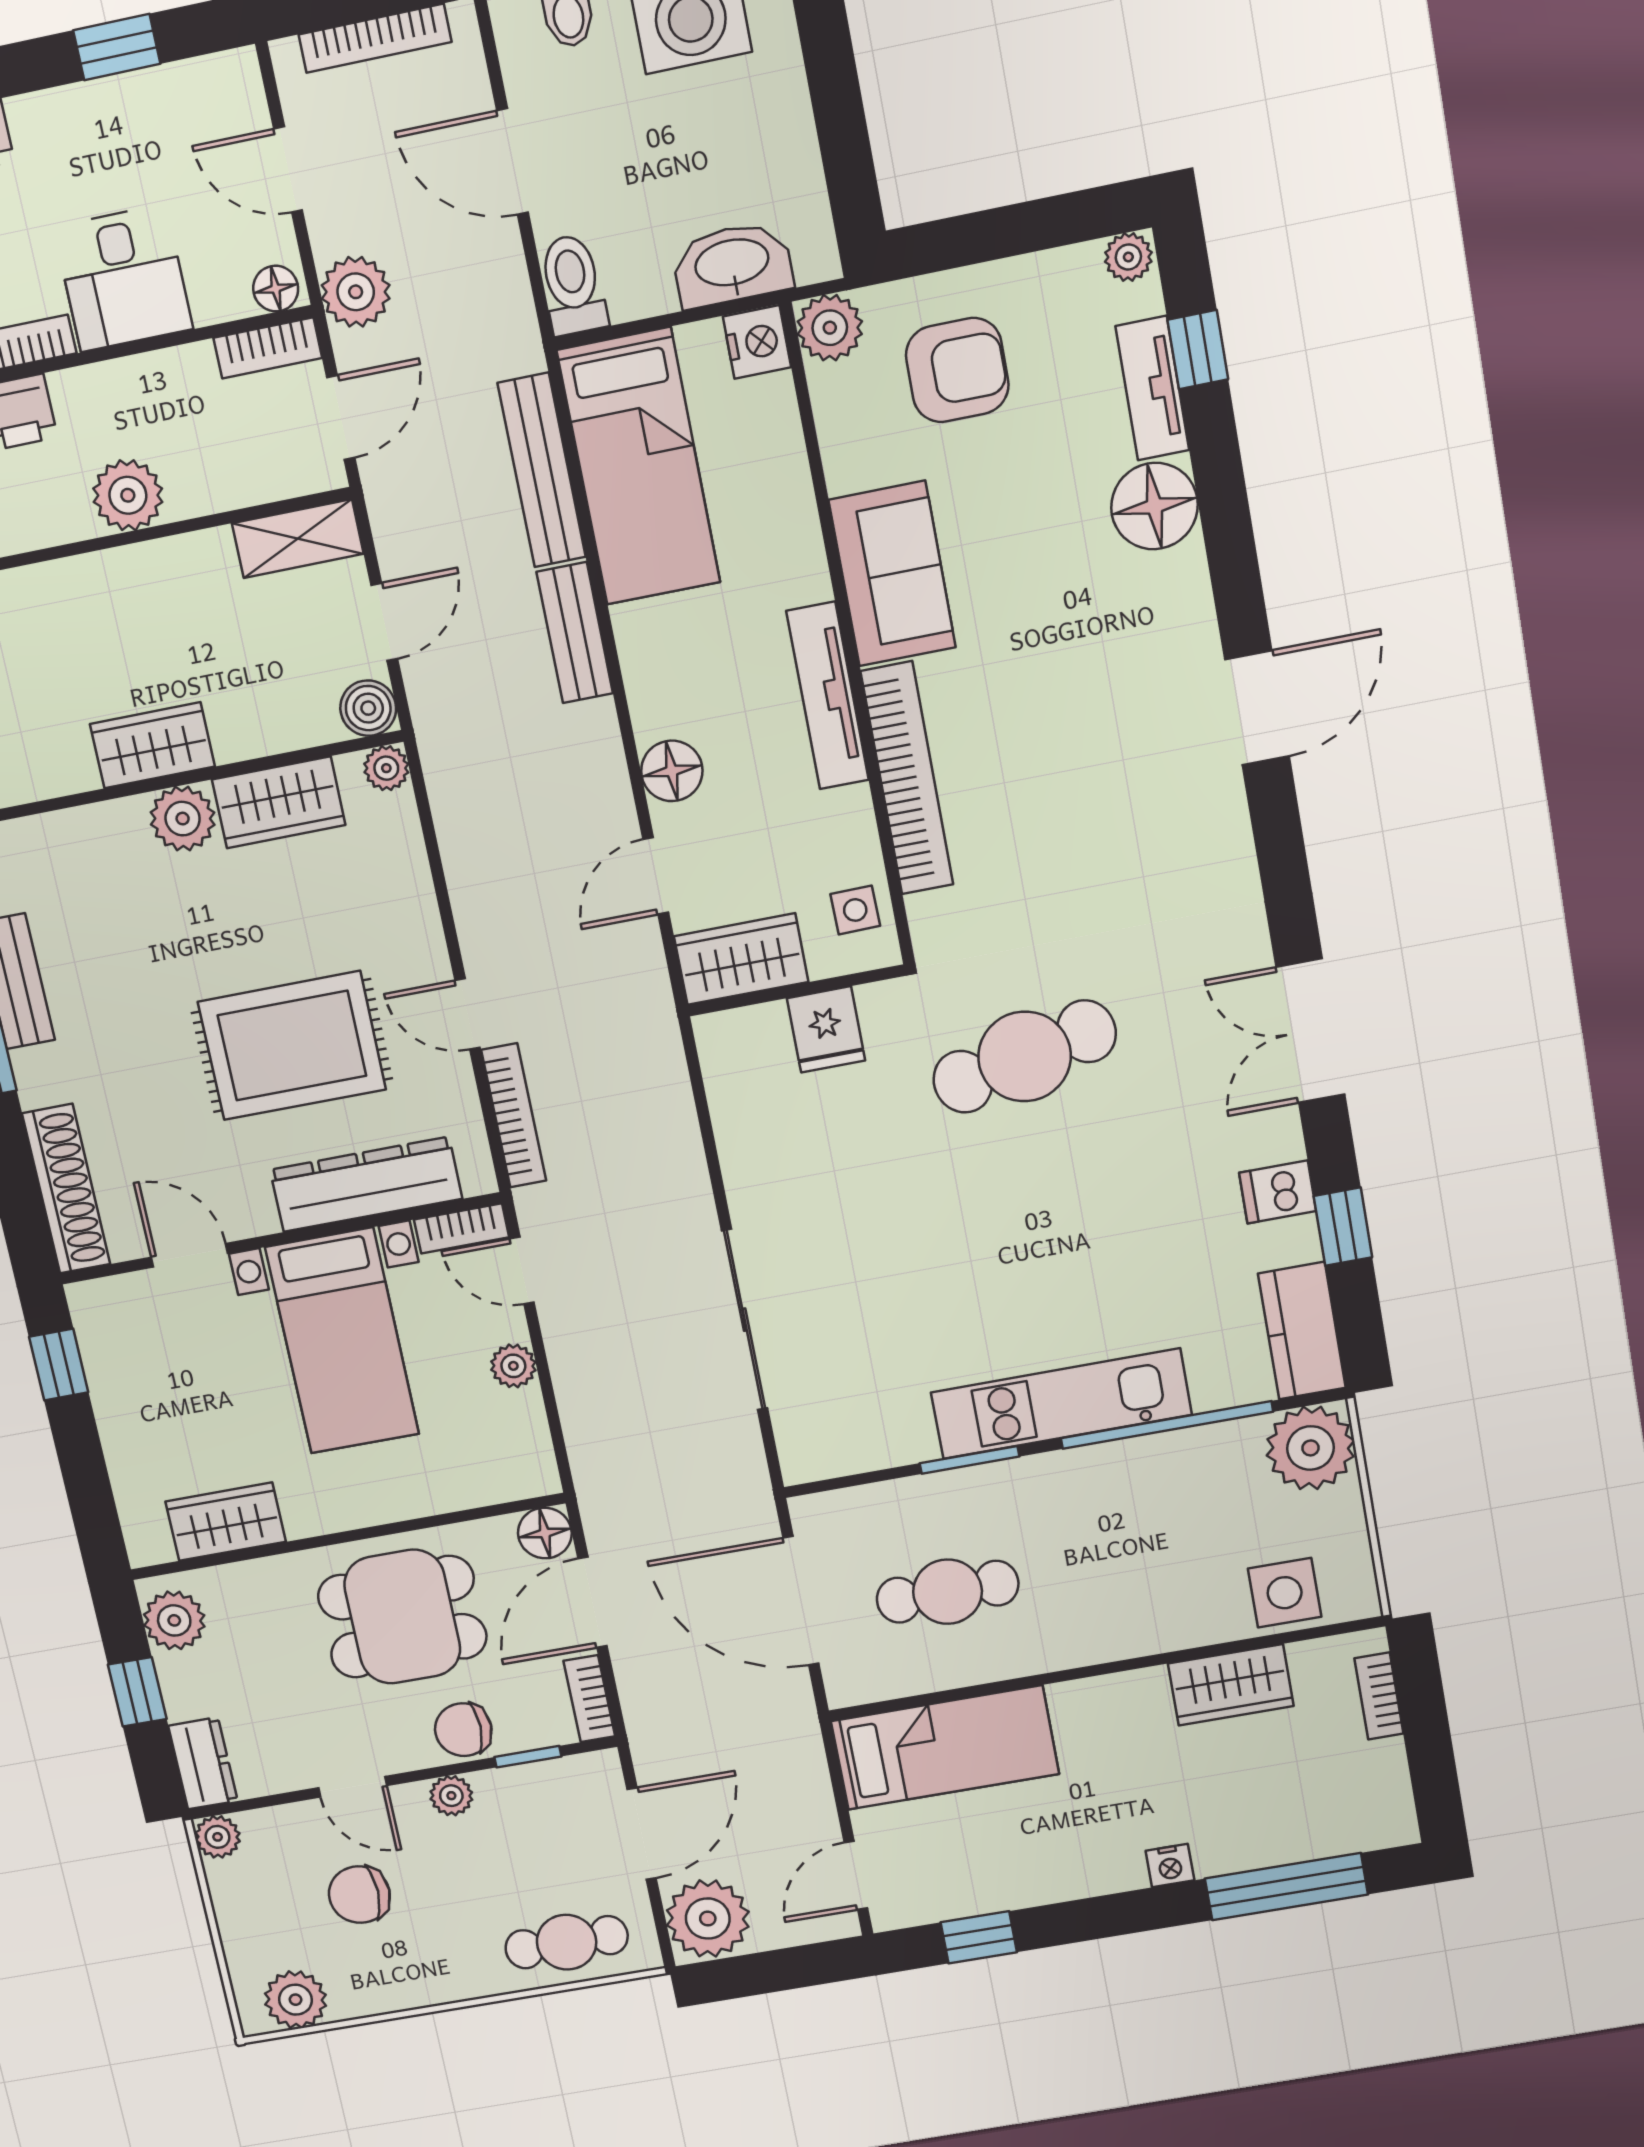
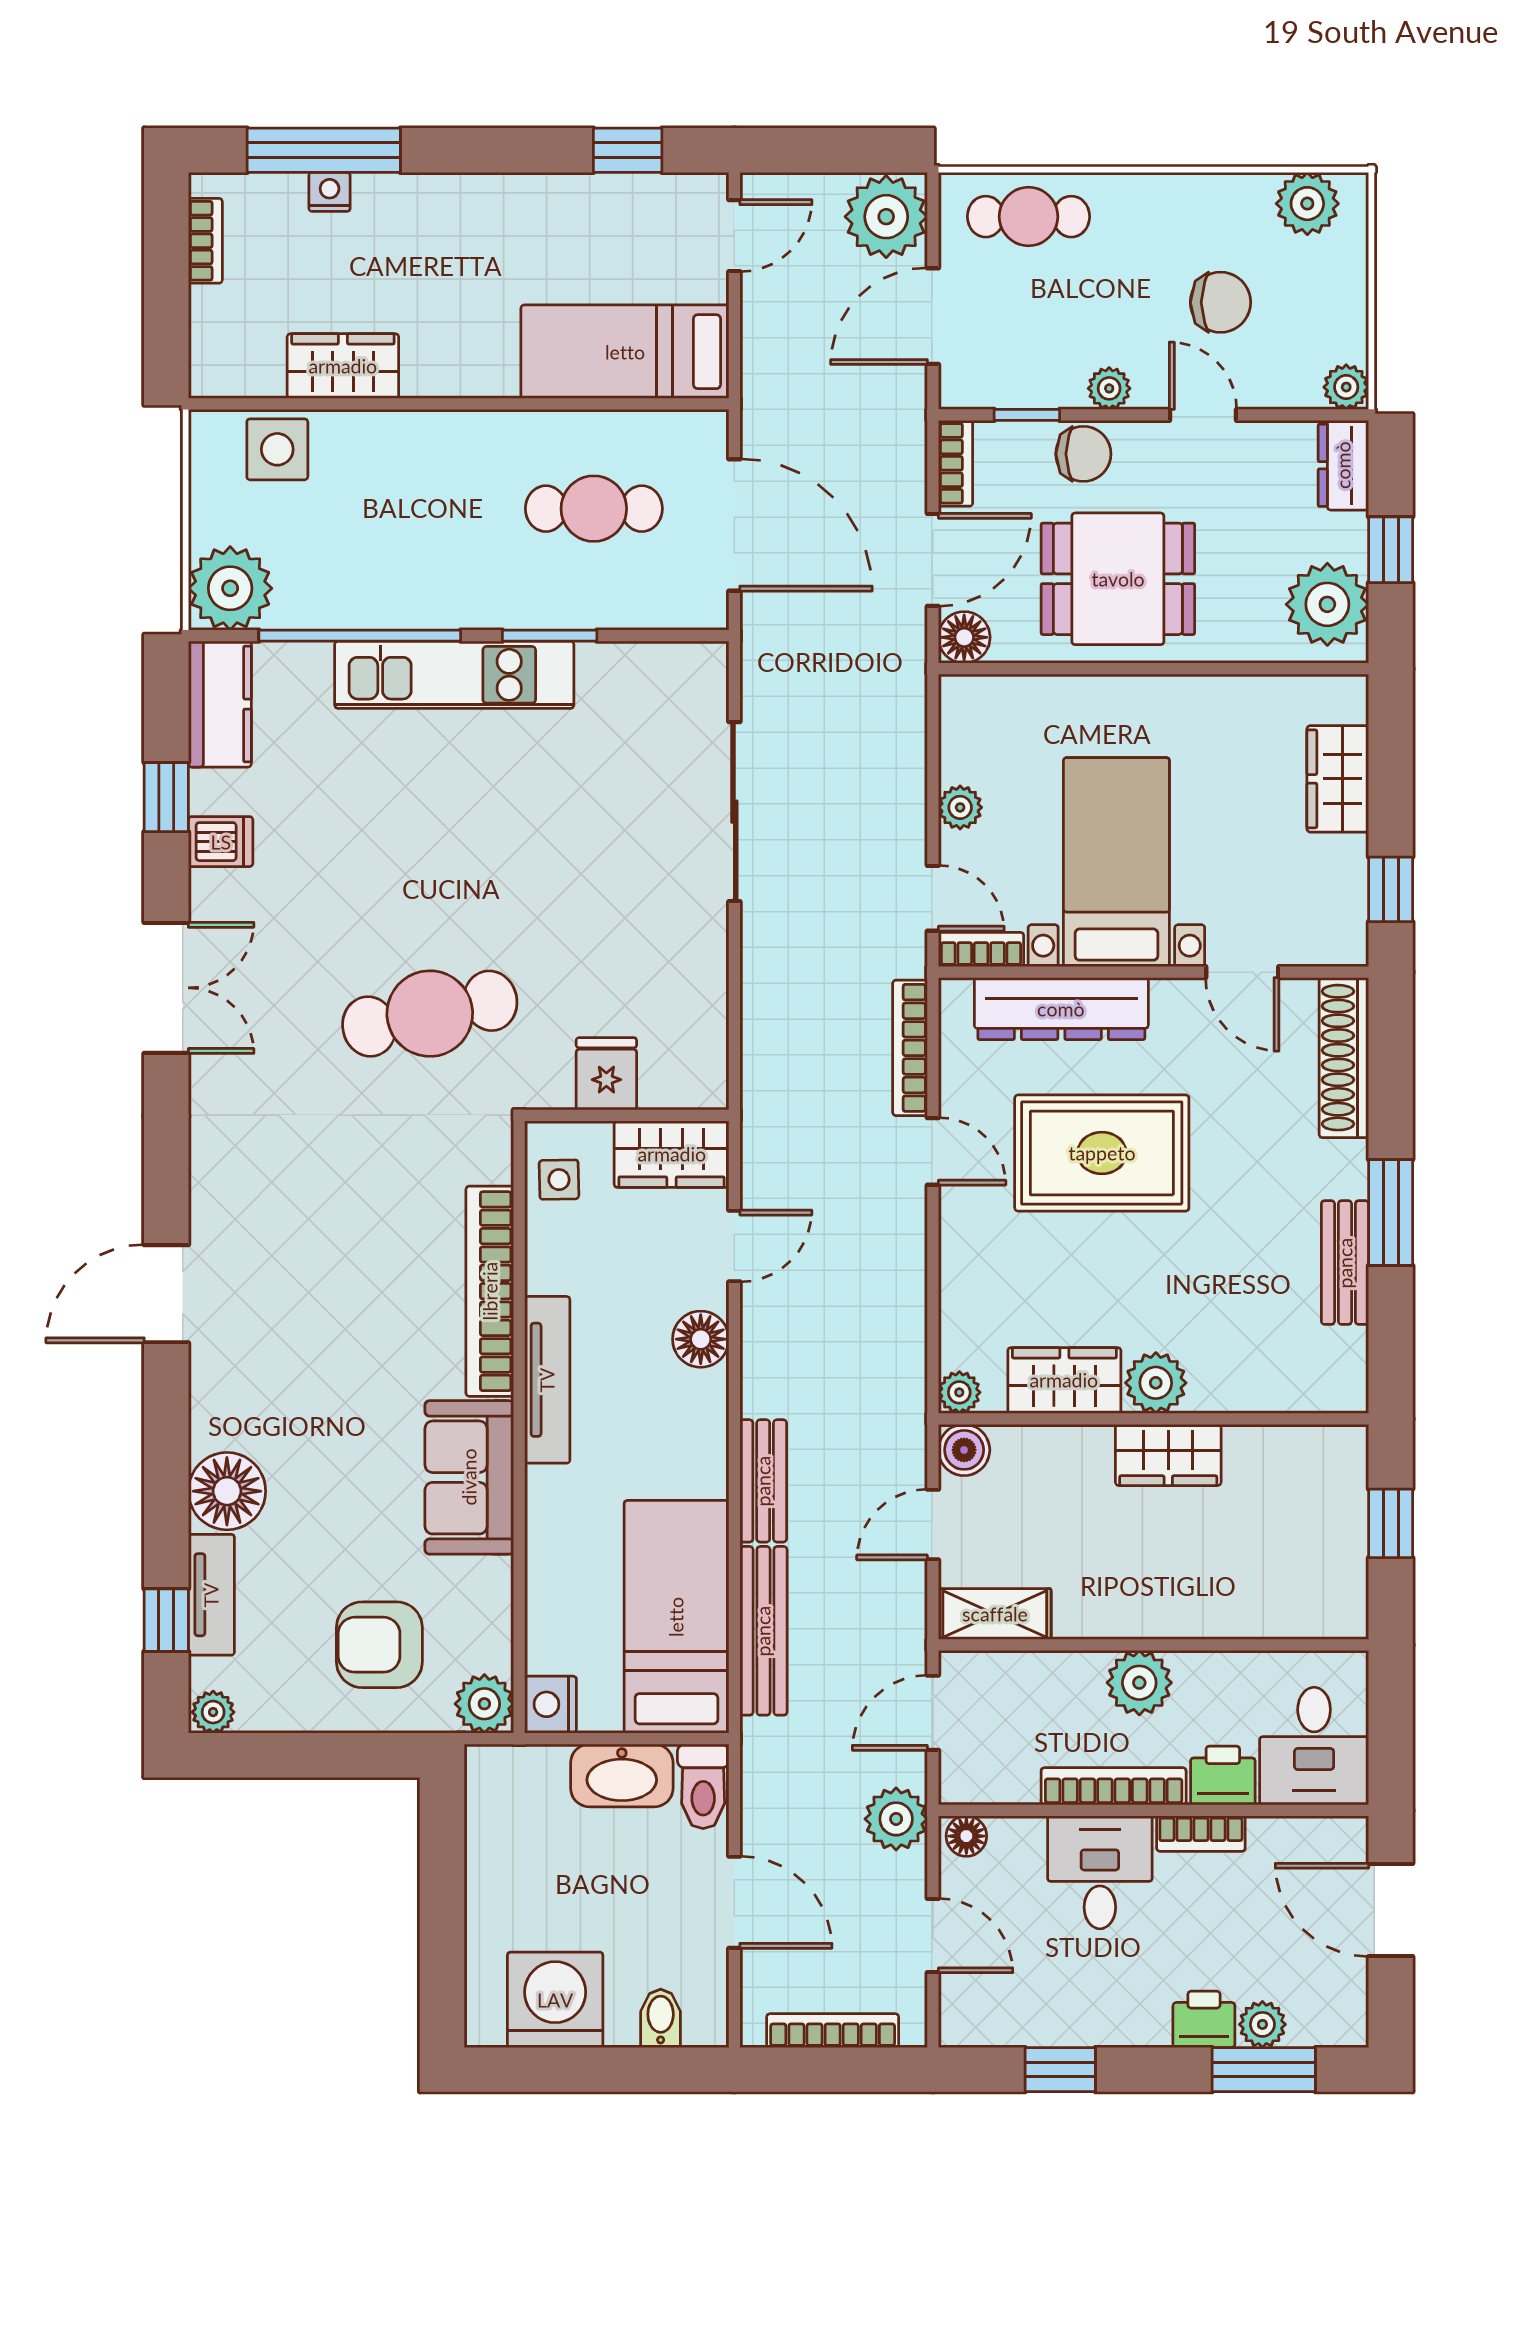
washbasin: (732, 264) -> (622, 1775), moved
bookcase: (268, 348) -> (1114, 1786), moved, width x1.56
wardrobe: (226, 1522) -> (1338, 779), moved, turned 90
plant: (174, 1620) -> (1327, 604), width x1.36, depth x1.36
bookcase: (1379, 1696) -> (205, 241), moved
nightstand: (1170, 1866) -> (330, 192), moved

